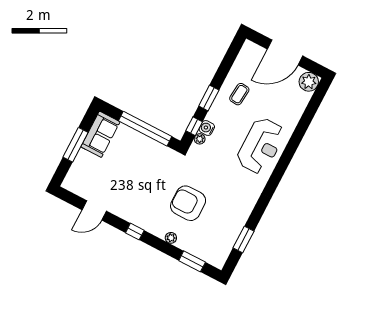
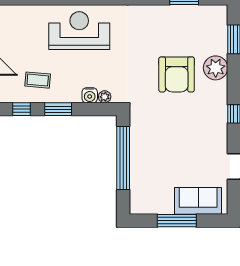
window: (194, 126) -> (22, 109), moved
sofa: (100, 134) -> (198, 201), moved
plant: (171, 238) -> (216, 68), width x1.88, depth x1.88

